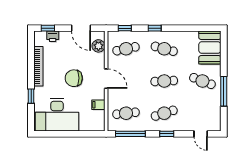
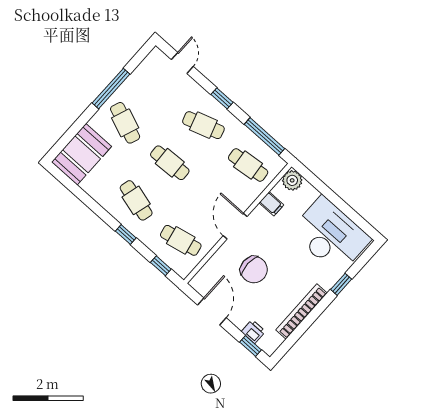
plant: (98, 46) -> (292, 180), moved
chair: (74, 78) -> (254, 270), moved

